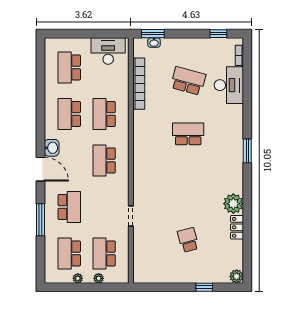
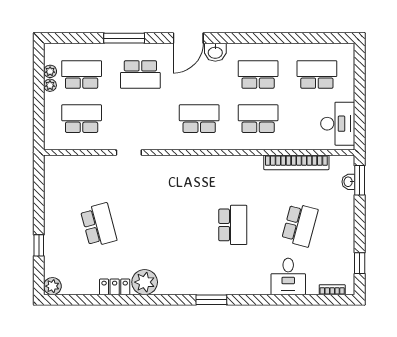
desk: (229, 85) -> (288, 276), width x0.73
school desk: (188, 240) -> (99, 225), width x1.85
plant: (99, 278) -> (50, 71), moved

